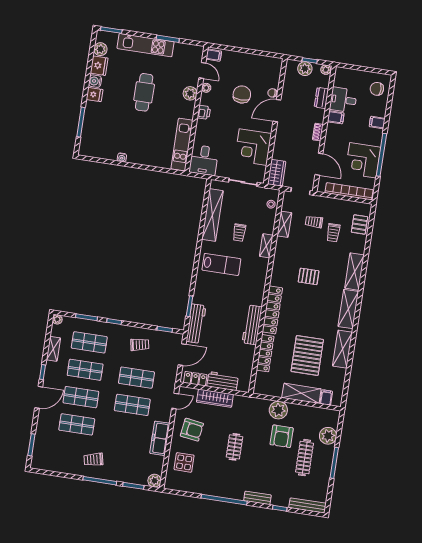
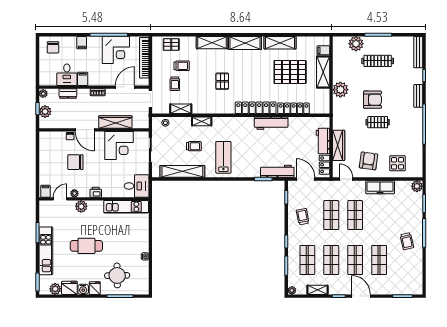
round table: (105, 122) -> (117, 275), added
wardrobe: (277, 173) -> (115, 122), moved, width x1.50
armchair: (282, 436) -> (372, 100), moved

